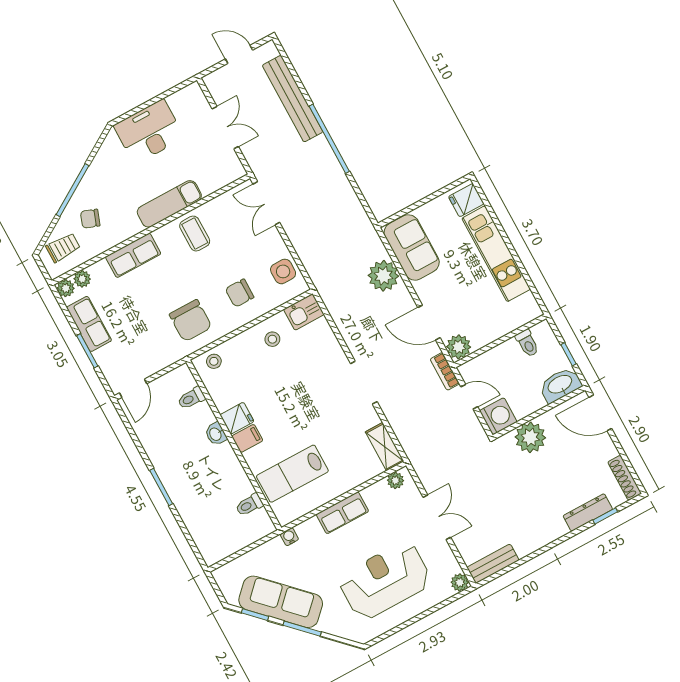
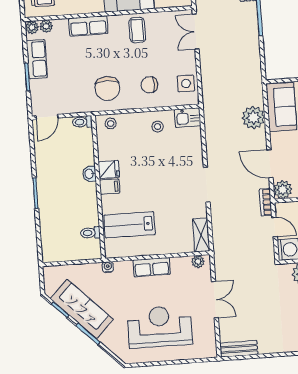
toilet: (191, 398) -> (82, 122), moved
plant: (460, 582) -> (210, 351), removed

